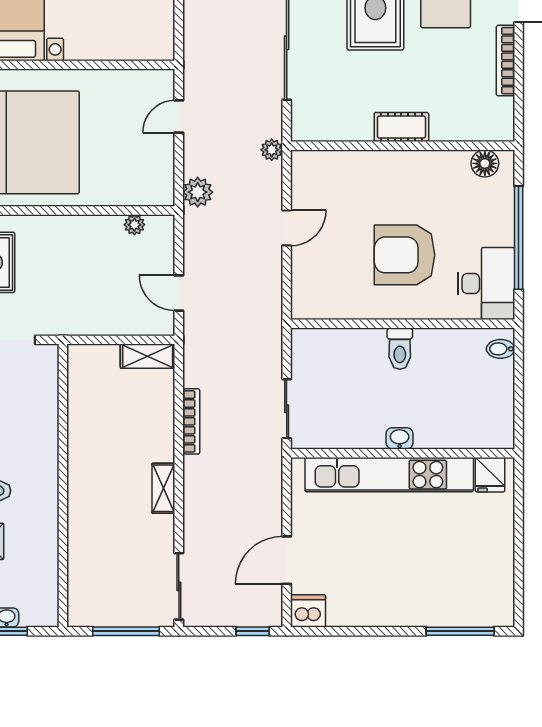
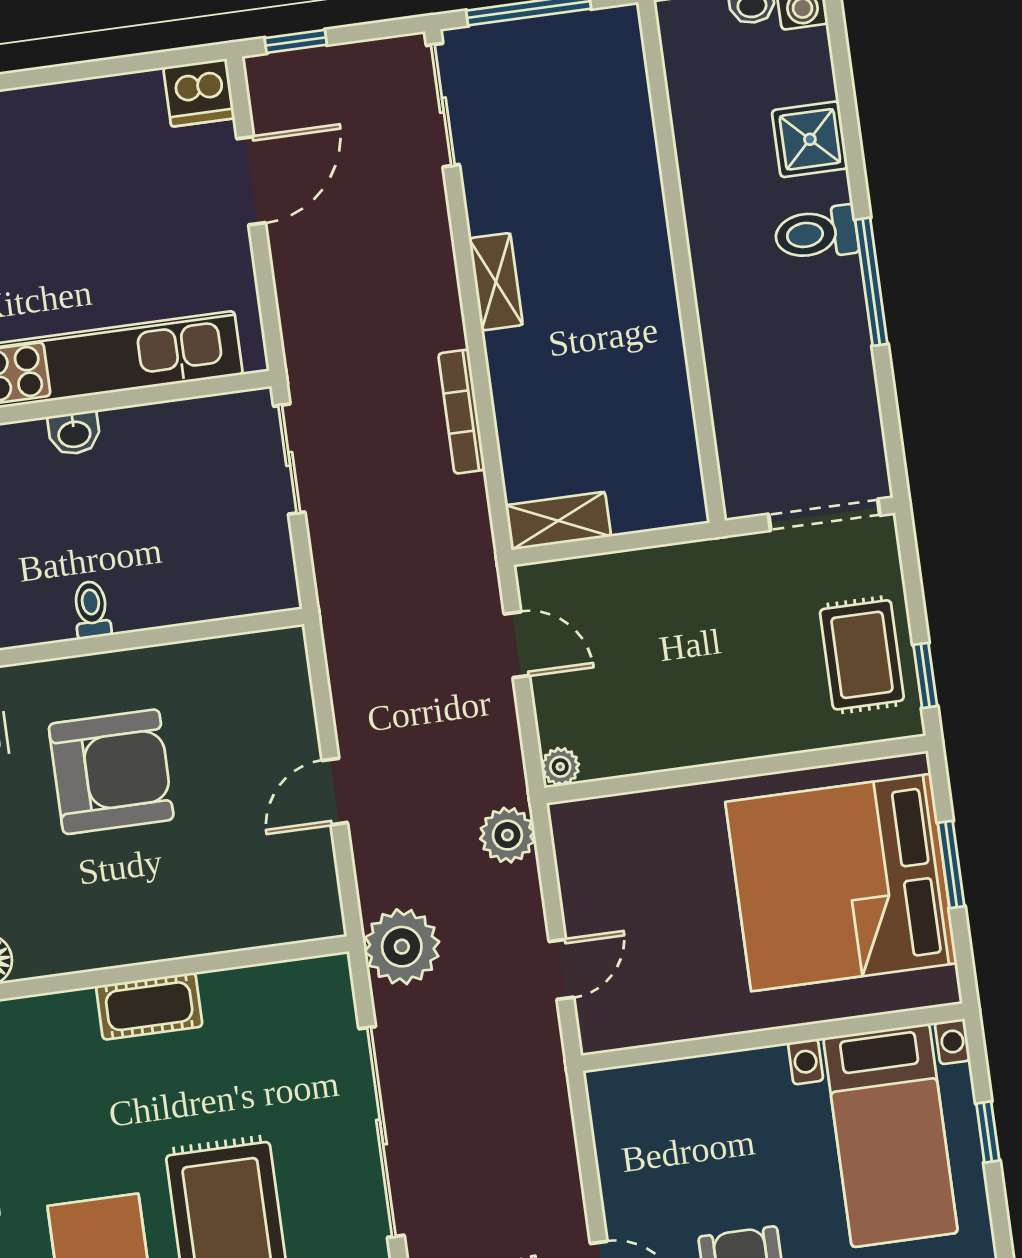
plant: (272, 150) -> (402, 947), width x1.87, depth x1.87
plant: (134, 225) -> (560, 767), moved
toilet: (400, 349) -> (92, 610), width x0.73, depth x0.72

